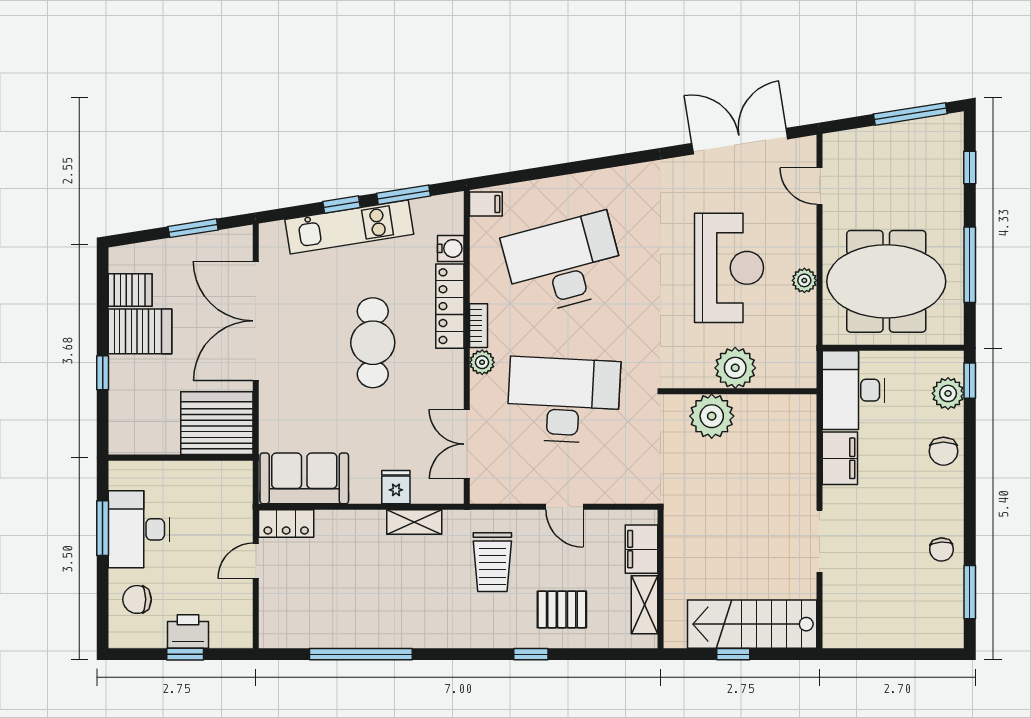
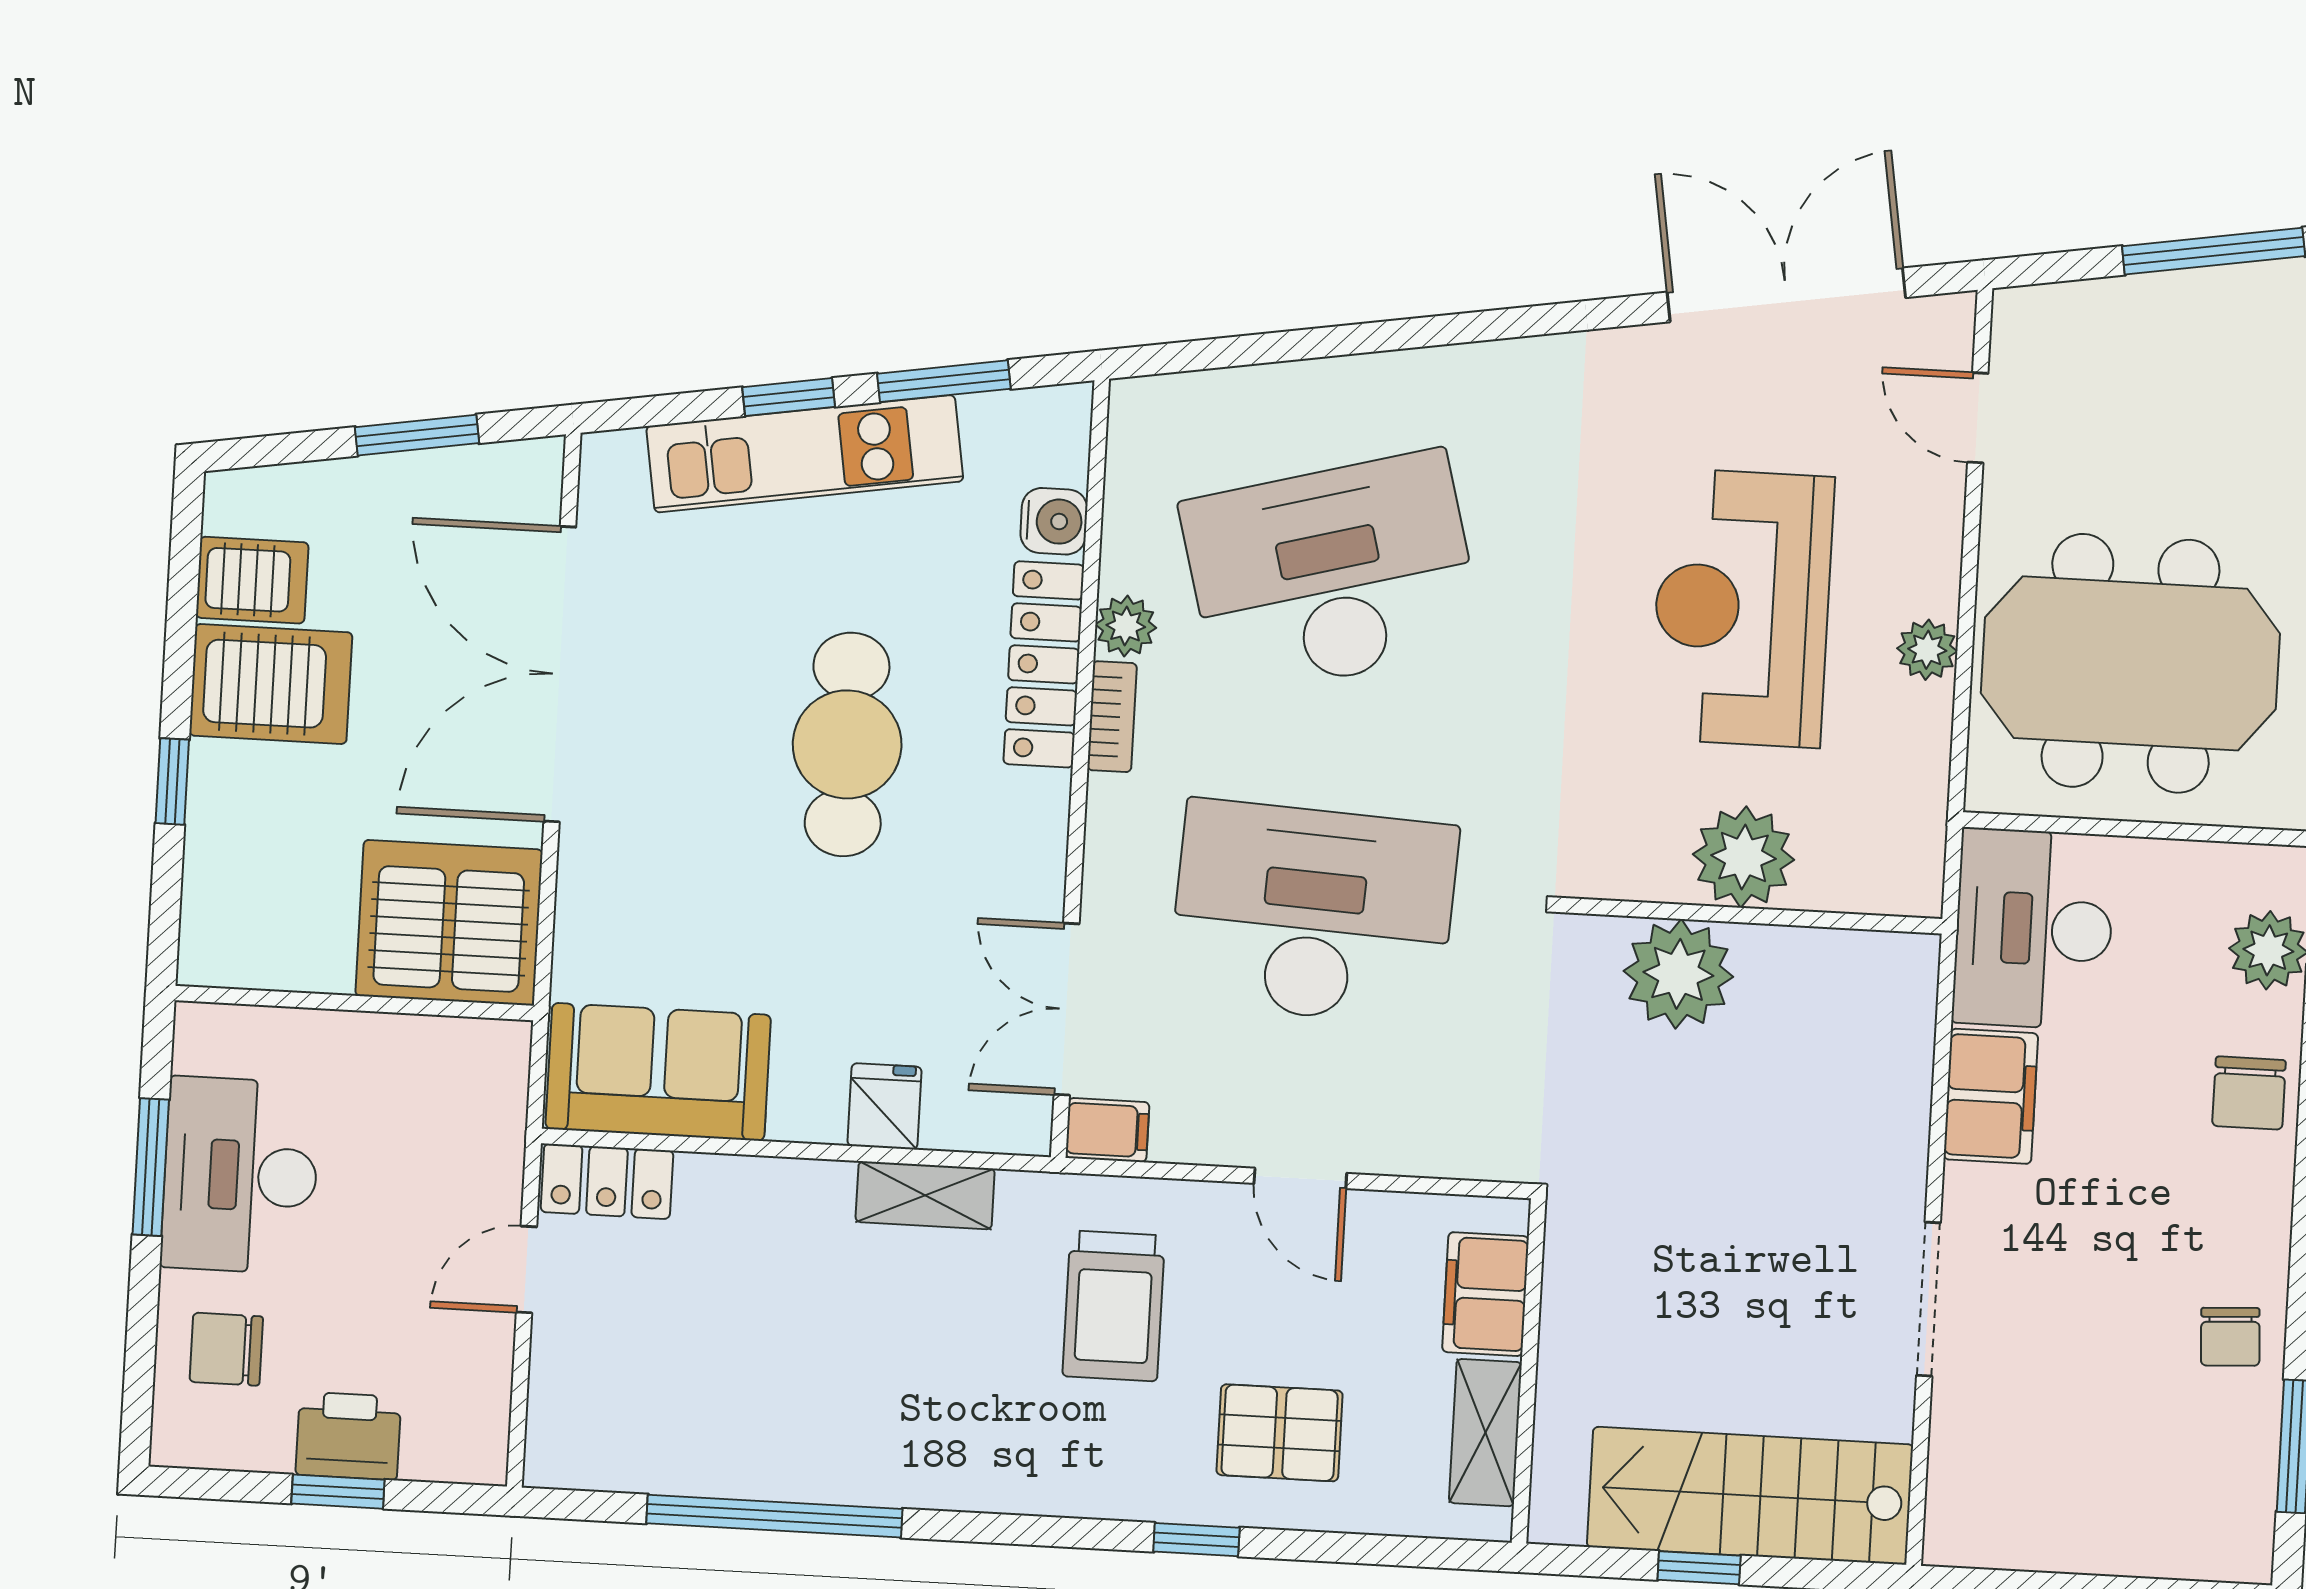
filing cabinet: (486, 204) -> (1107, 1130), moved
reception desk: (729, 268) -> (1742, 608), turned 180
plant: (482, 362) -> (1126, 626), moved

